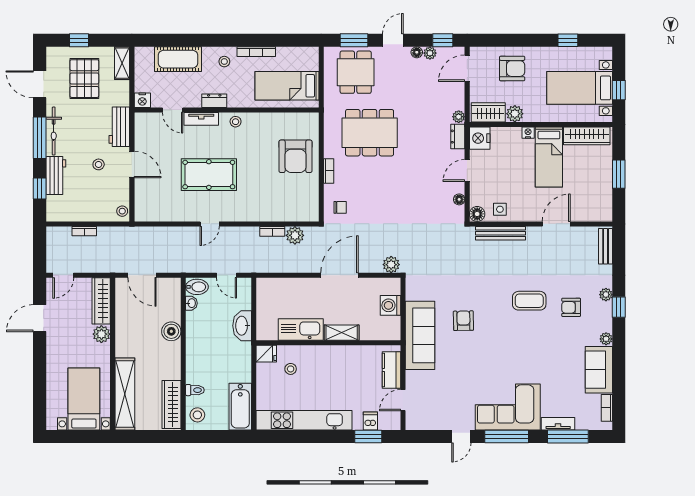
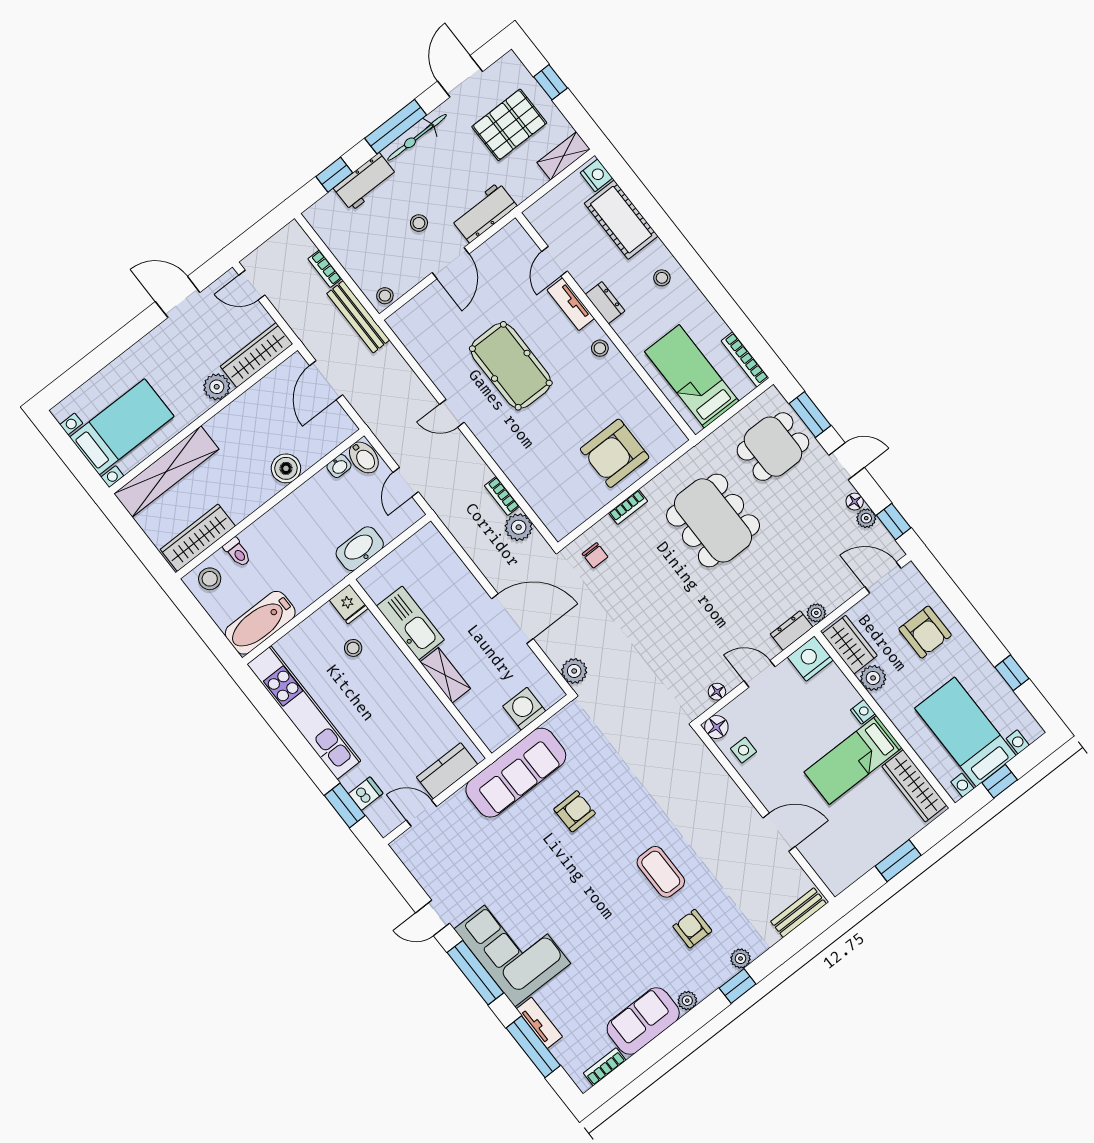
bookcase: (256, 52) -> (745, 359), moved
nightstand: (142, 100) -> (596, 175), moved, turned 180
bench: (500, 233) -> (358, 317), moved

